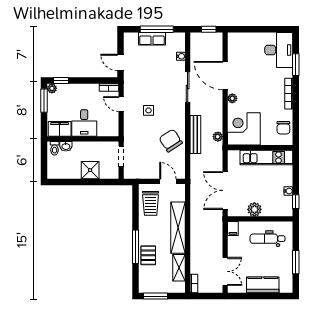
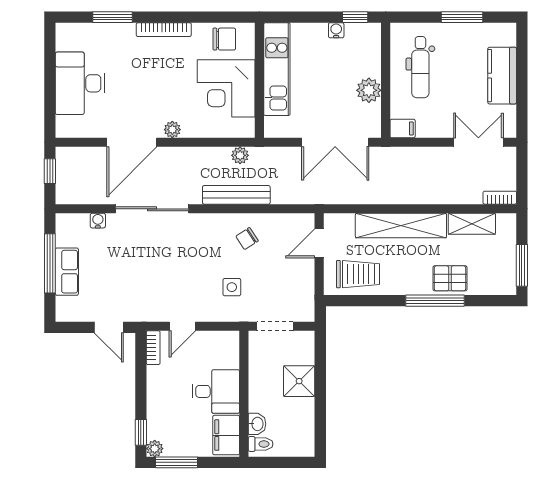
desk: (279, 50) -> (80, 83), moved, turned -90
door: (120, 62) -> (109, 327), hinge flipped
sliding door: (188, 87) -> (152, 209), width x1.37
side table: (148, 110) -> (232, 287), moved
corner desk: (244, 129) -> (226, 88), moved
chair: (171, 141) -> (247, 239), width x0.54, depth x0.54

